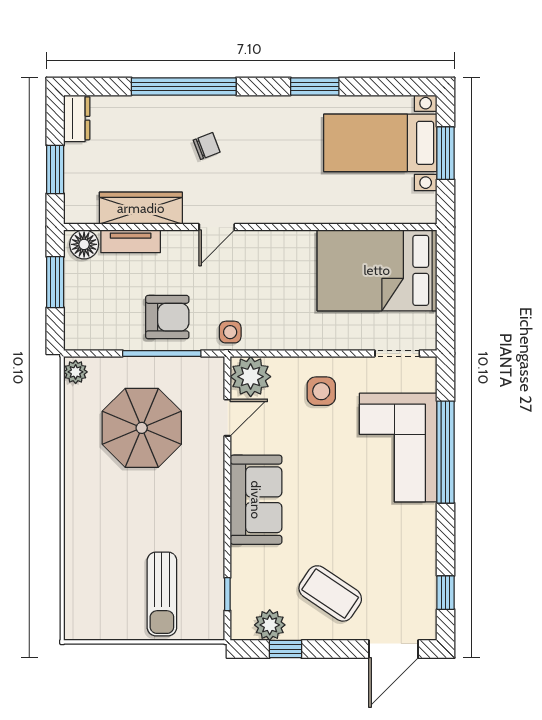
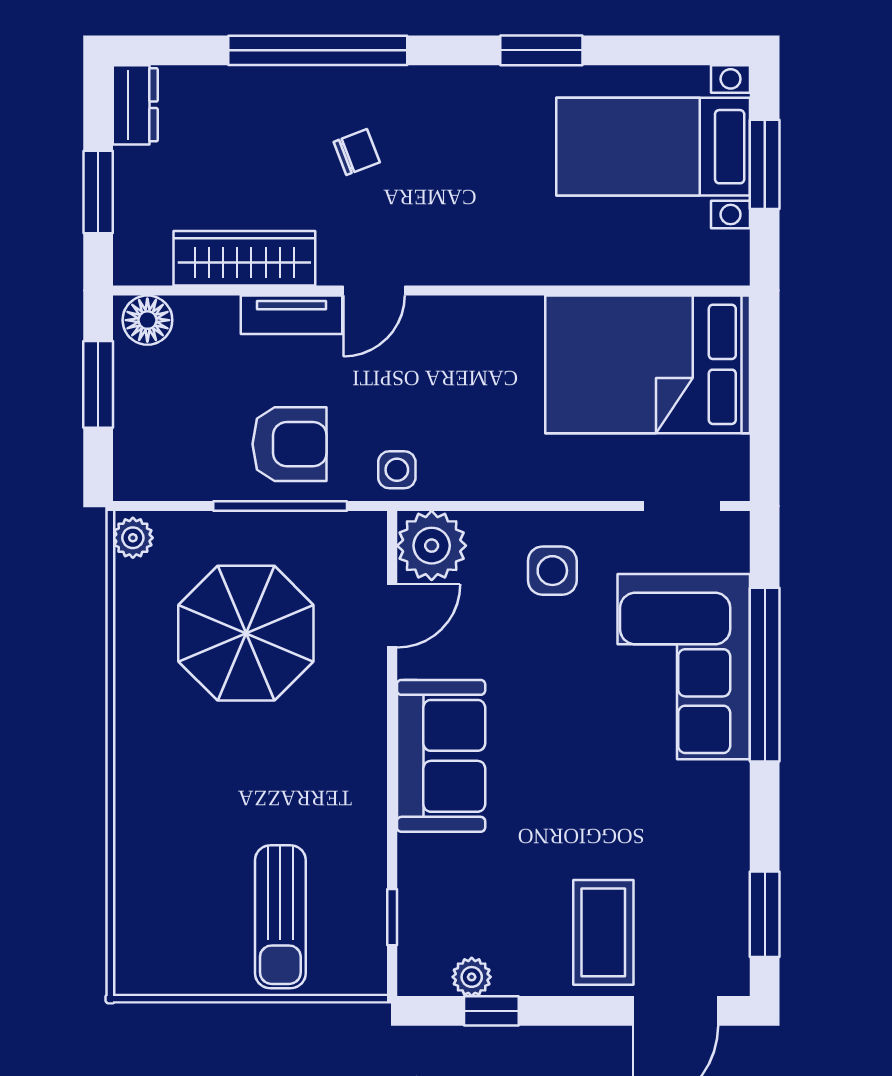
tv unit: (131, 241) -> (292, 315), moved
coffee table: (330, 593) -> (603, 932), moved, turned 56
window: (446, 593) -> (765, 914), width x1.50
plant: (270, 625) -> (472, 977), width x0.73, depth x0.73

